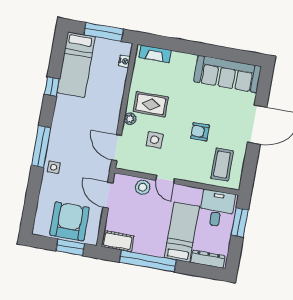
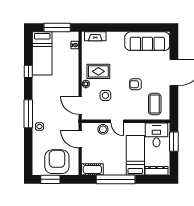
window: (70, 247) -> (50, 179), moved

